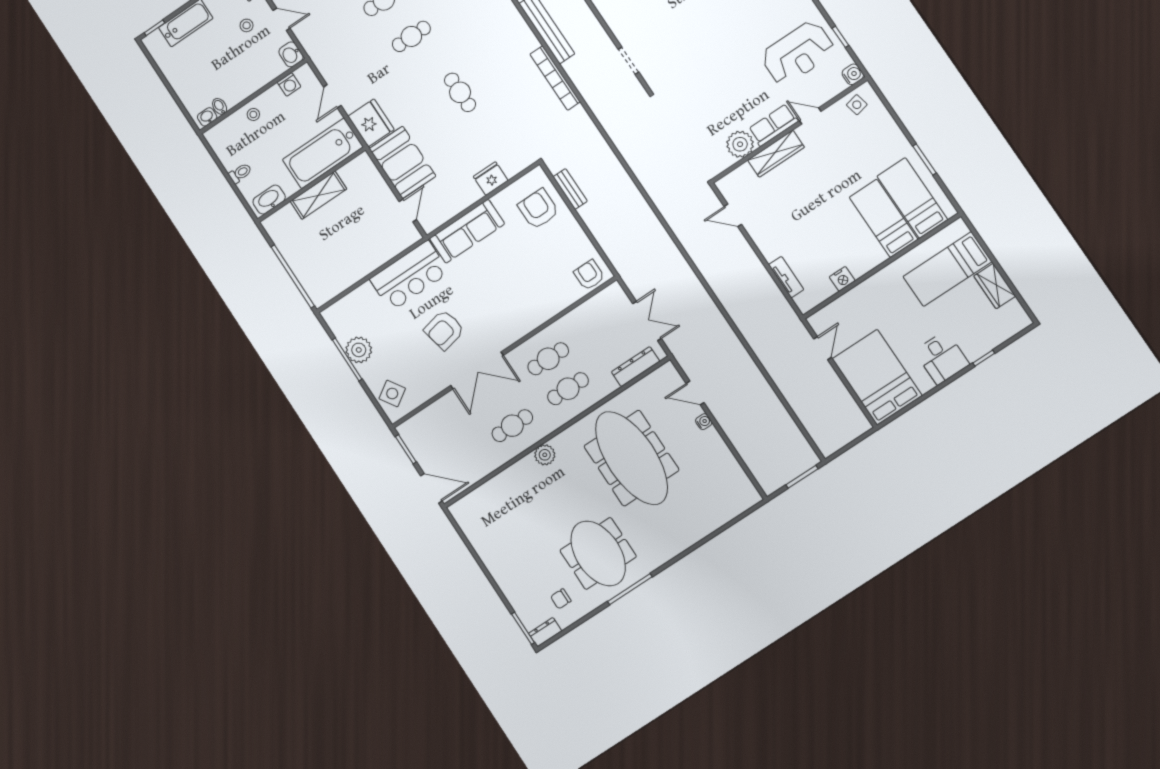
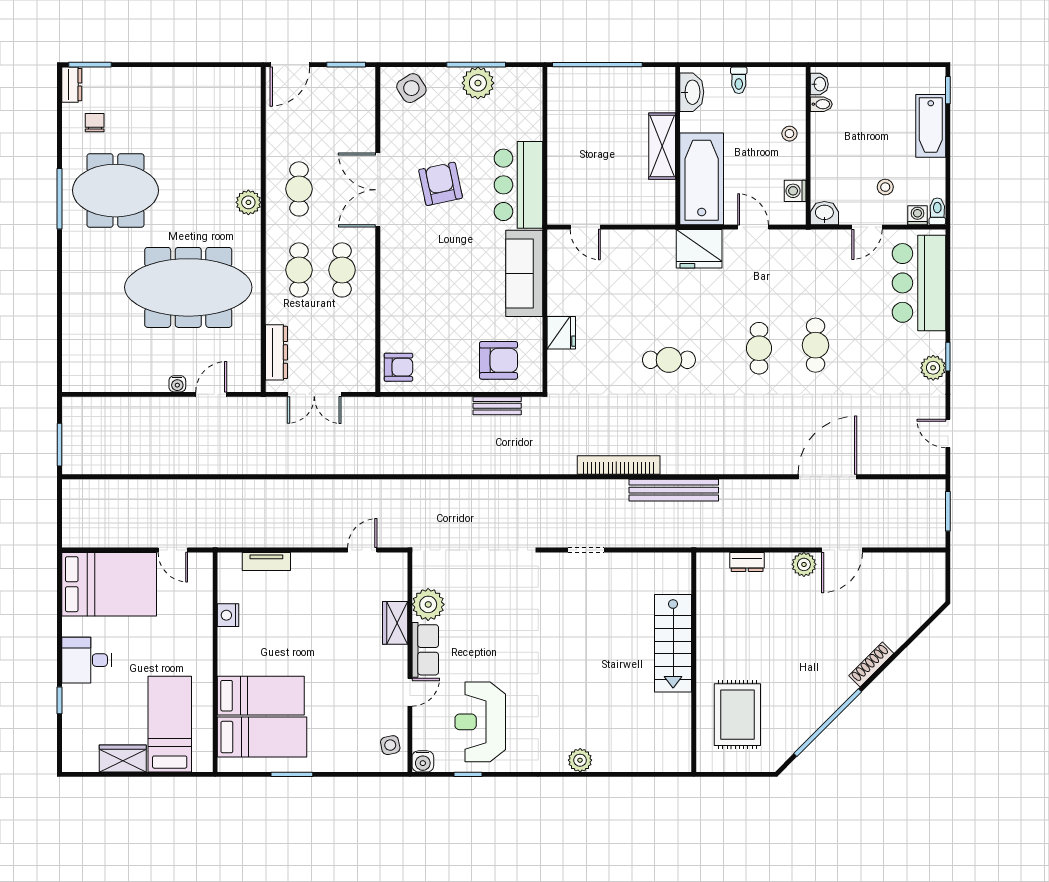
wardrobe: (776, 154) -> (395, 623), width x0.67
booth: (403, 162) -> (638, 254), removed

